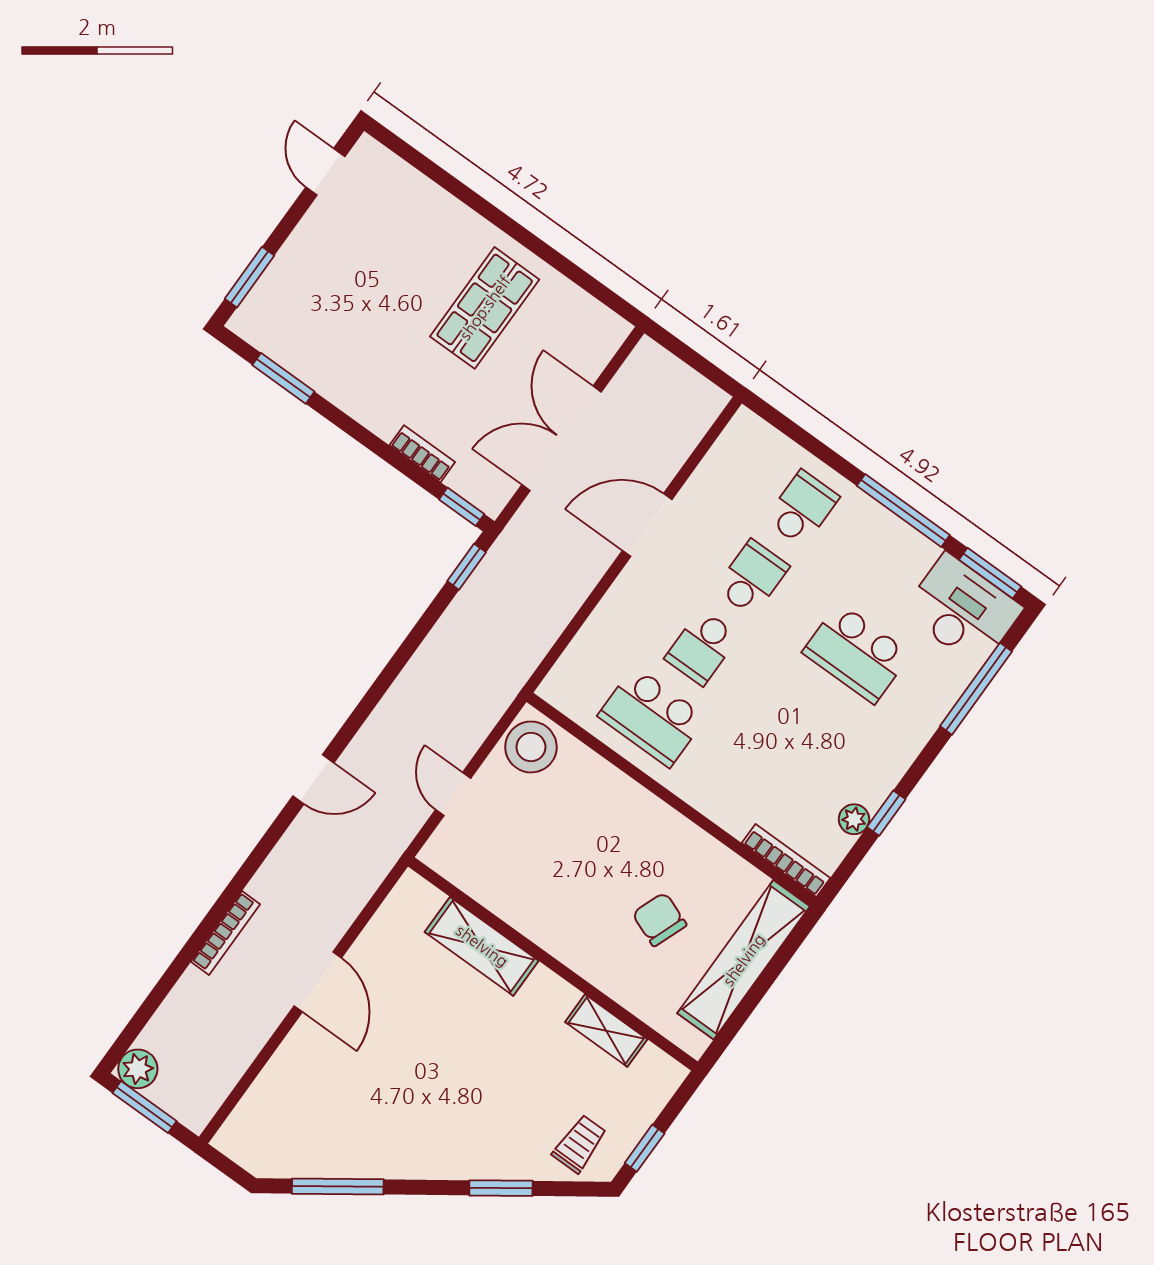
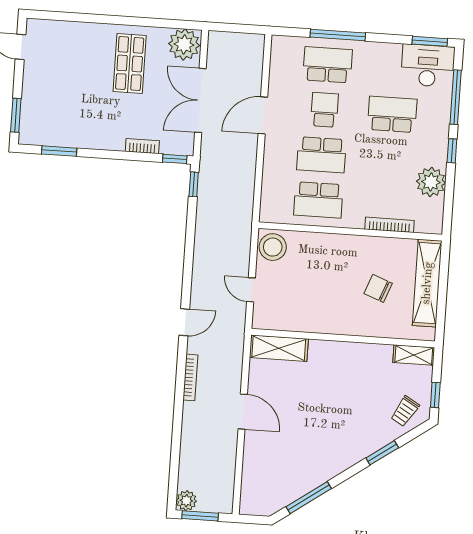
plant: (591, 332) -> (184, 44), added
school desk: (802, 508) -> (328, 65), width x1.85
window: (903, 510) -> (338, 35), moved
school desk: (702, 647) -> (321, 155), width x1.85
school desk: (856, 653) -> (392, 114), turned 180
window: (886, 813) -> (452, 151), moved
plant: (854, 819) -> (431, 182), width x1.88, depth x1.88
bookcase: (786, 861) -> (390, 225), moved
bookcase: (226, 933) -> (190, 377), moved
shelving: (482, 946) -> (279, 348), moved
shelving: (606, 1031) -> (414, 355), moved
trolley: (579, 1144) -> (405, 411), turned -149

